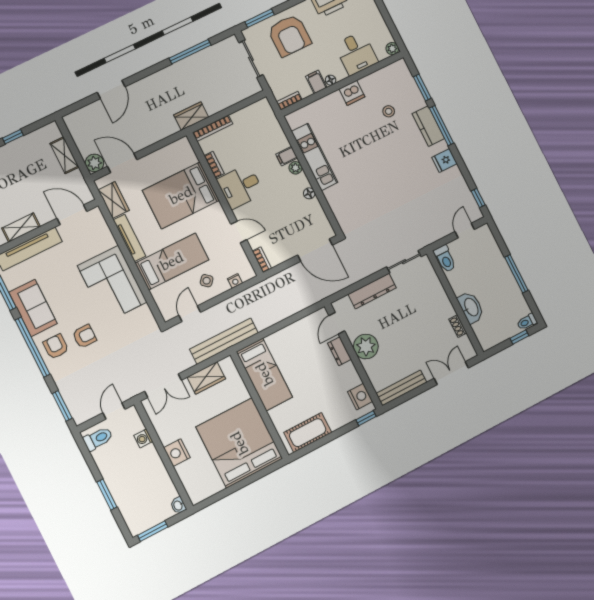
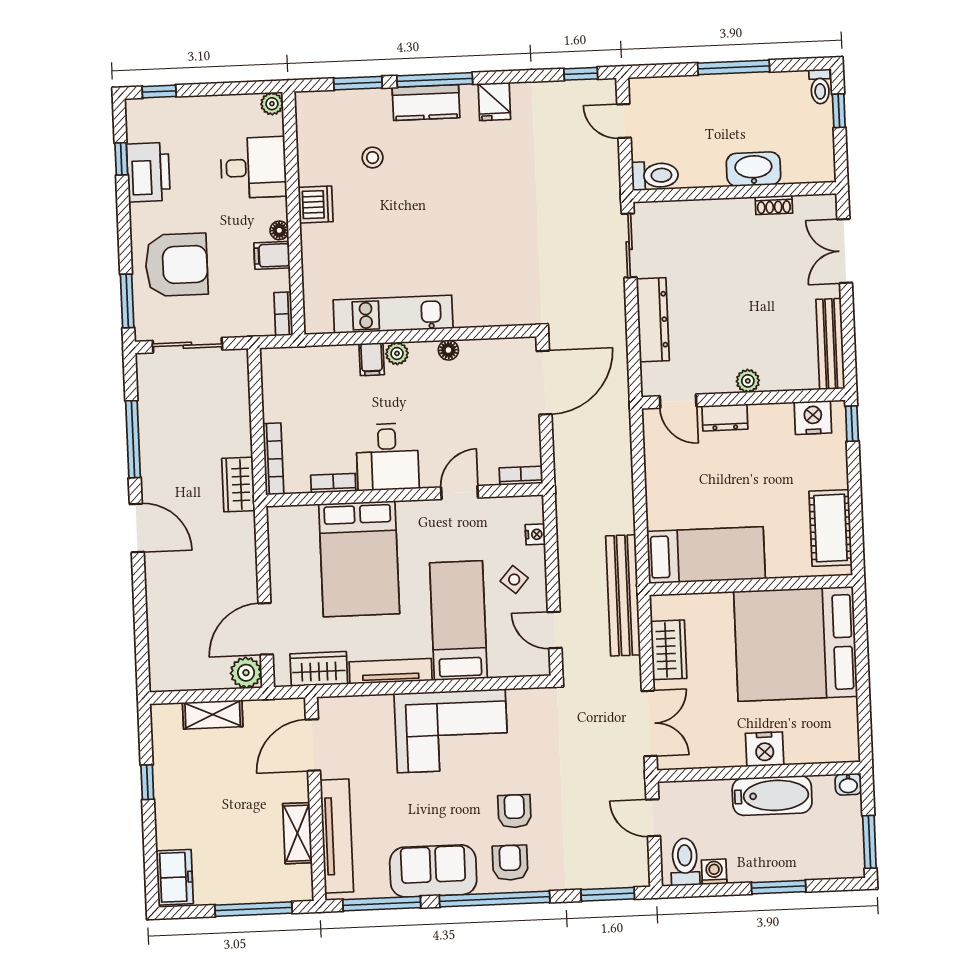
door: (111, 90) -> (137, 528), moved
armchair: (56, 347) -> (510, 863), turned 90
plant: (366, 347) -> (748, 381), width x0.53, depth x0.53
washing machine: (143, 438) -> (714, 872), moved, turned 180
bathtub: (154, 468) -> (772, 796), added

